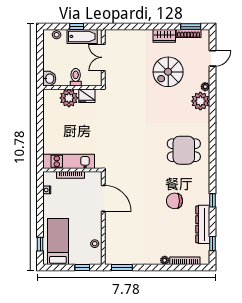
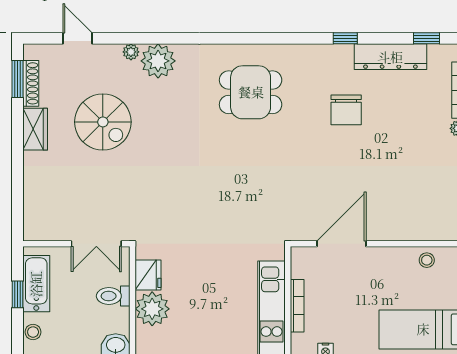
double door: (103, 57) -> (96, 244), moved
dining table: (184, 150) -> (251, 92), turned 90

